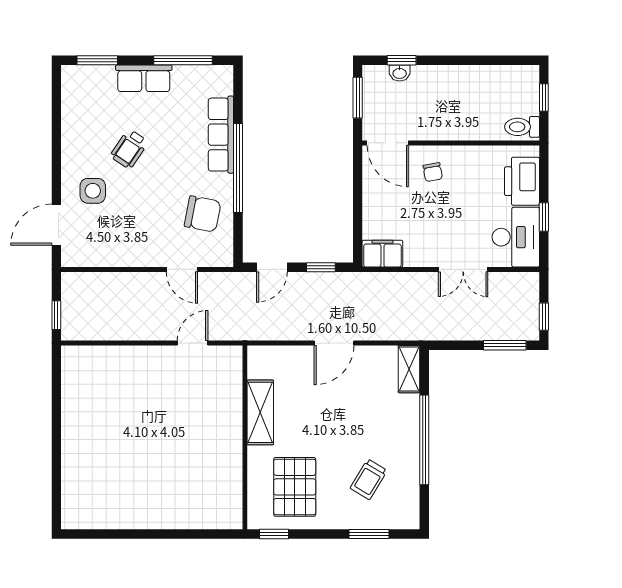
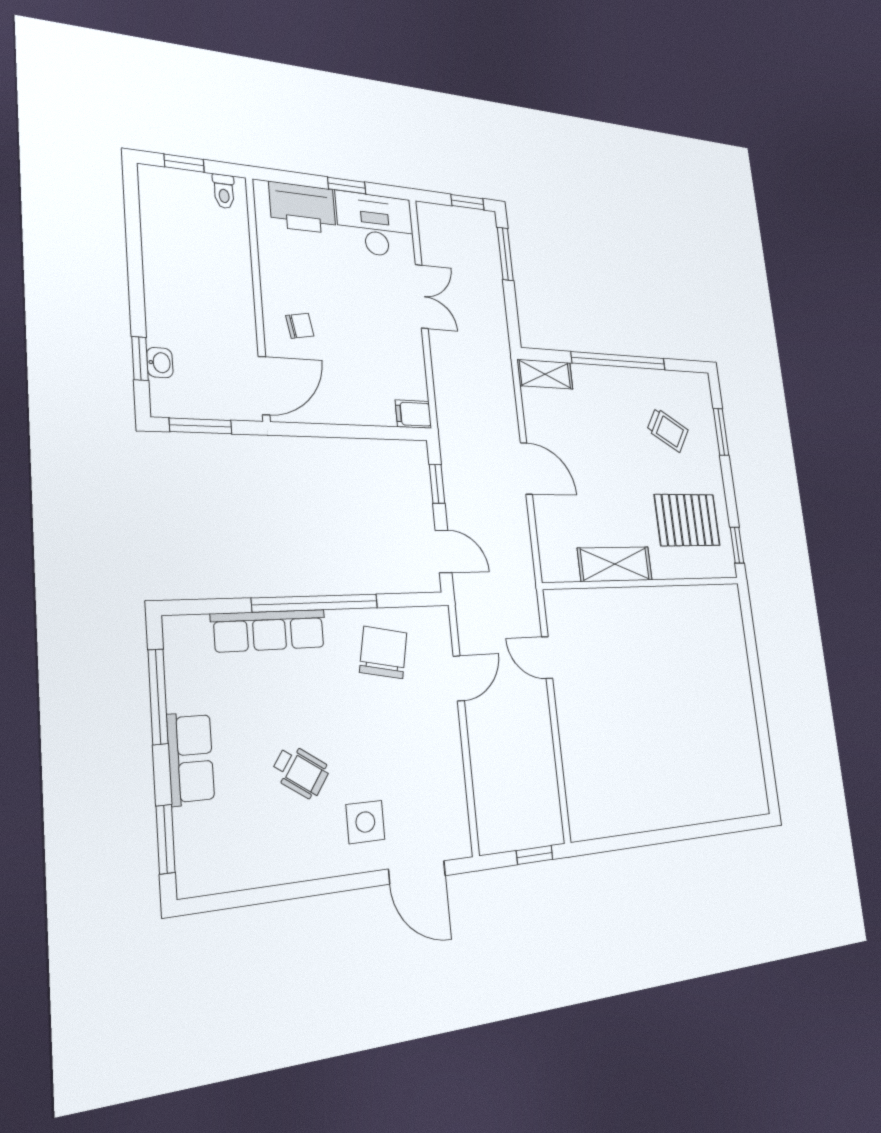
toilet: (522, 127) -> (224, 191), width x0.73, depth x0.72
filing cabinet: (382, 254) -> (413, 414), width x0.50

